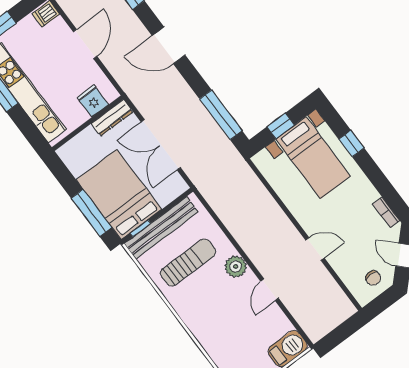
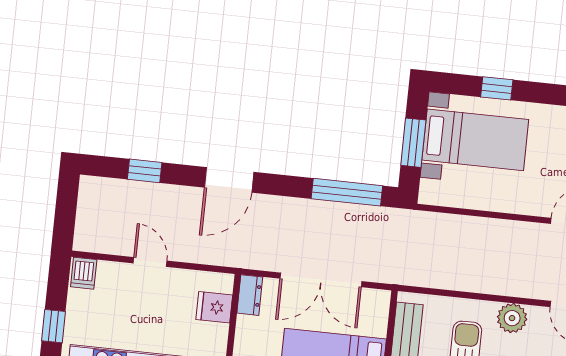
door: (85, 44) -> (150, 262), width x0.73
dresser: (112, 118) -> (250, 295), width x0.70
window: (281, 126) -> (413, 143), width x1.50

